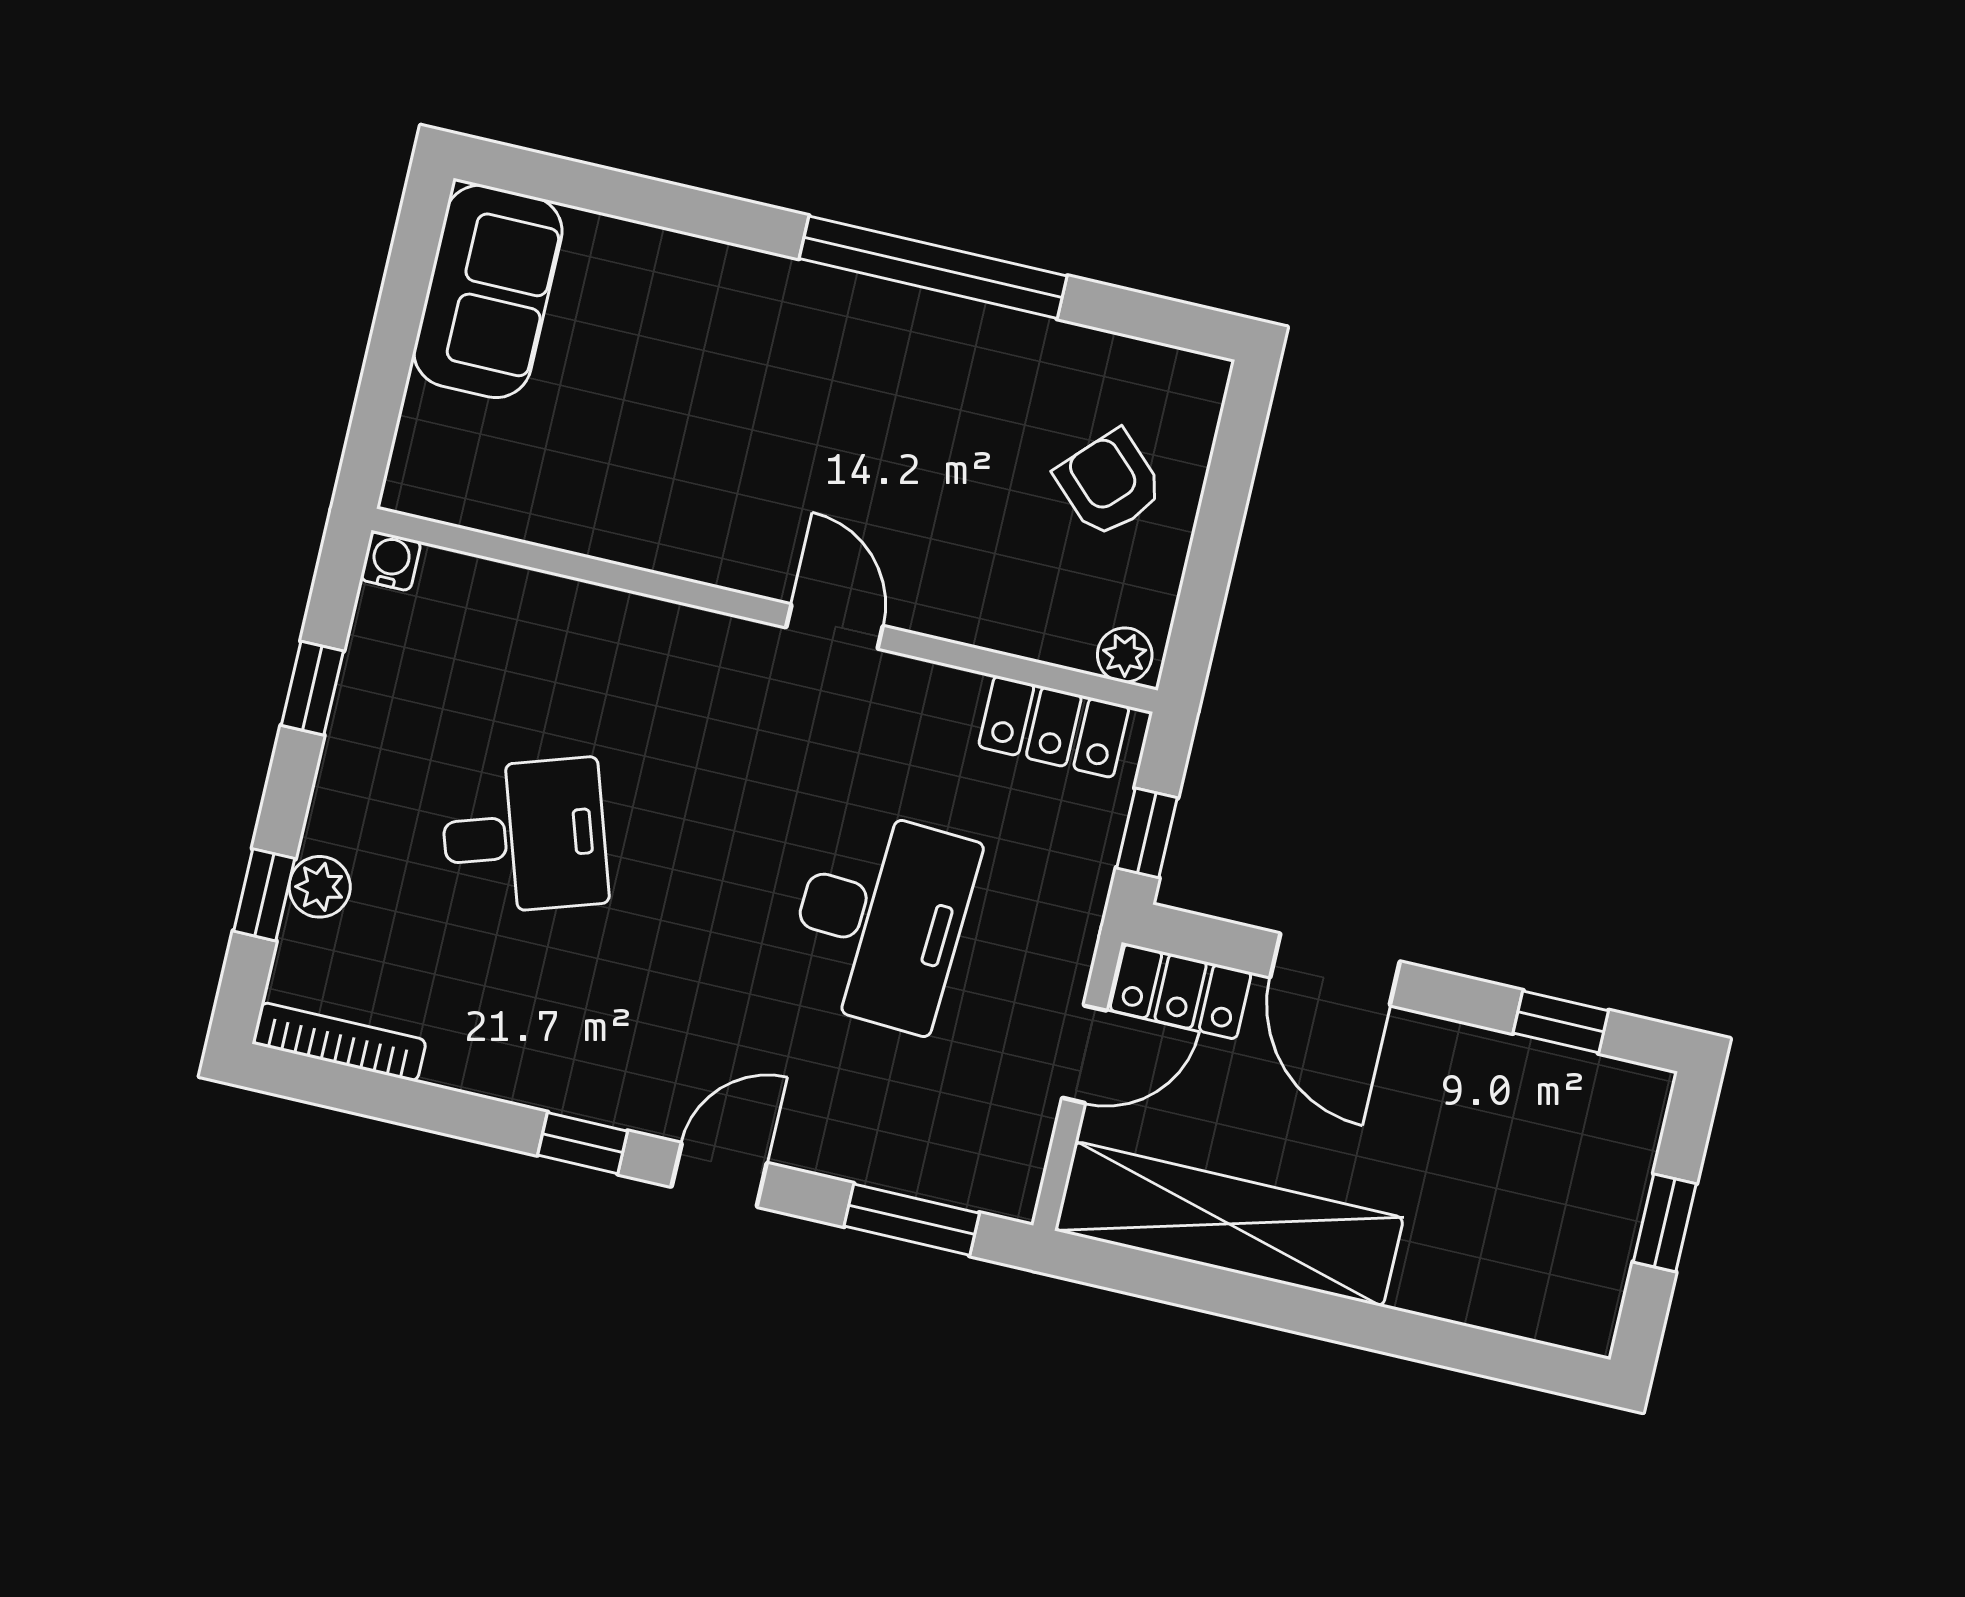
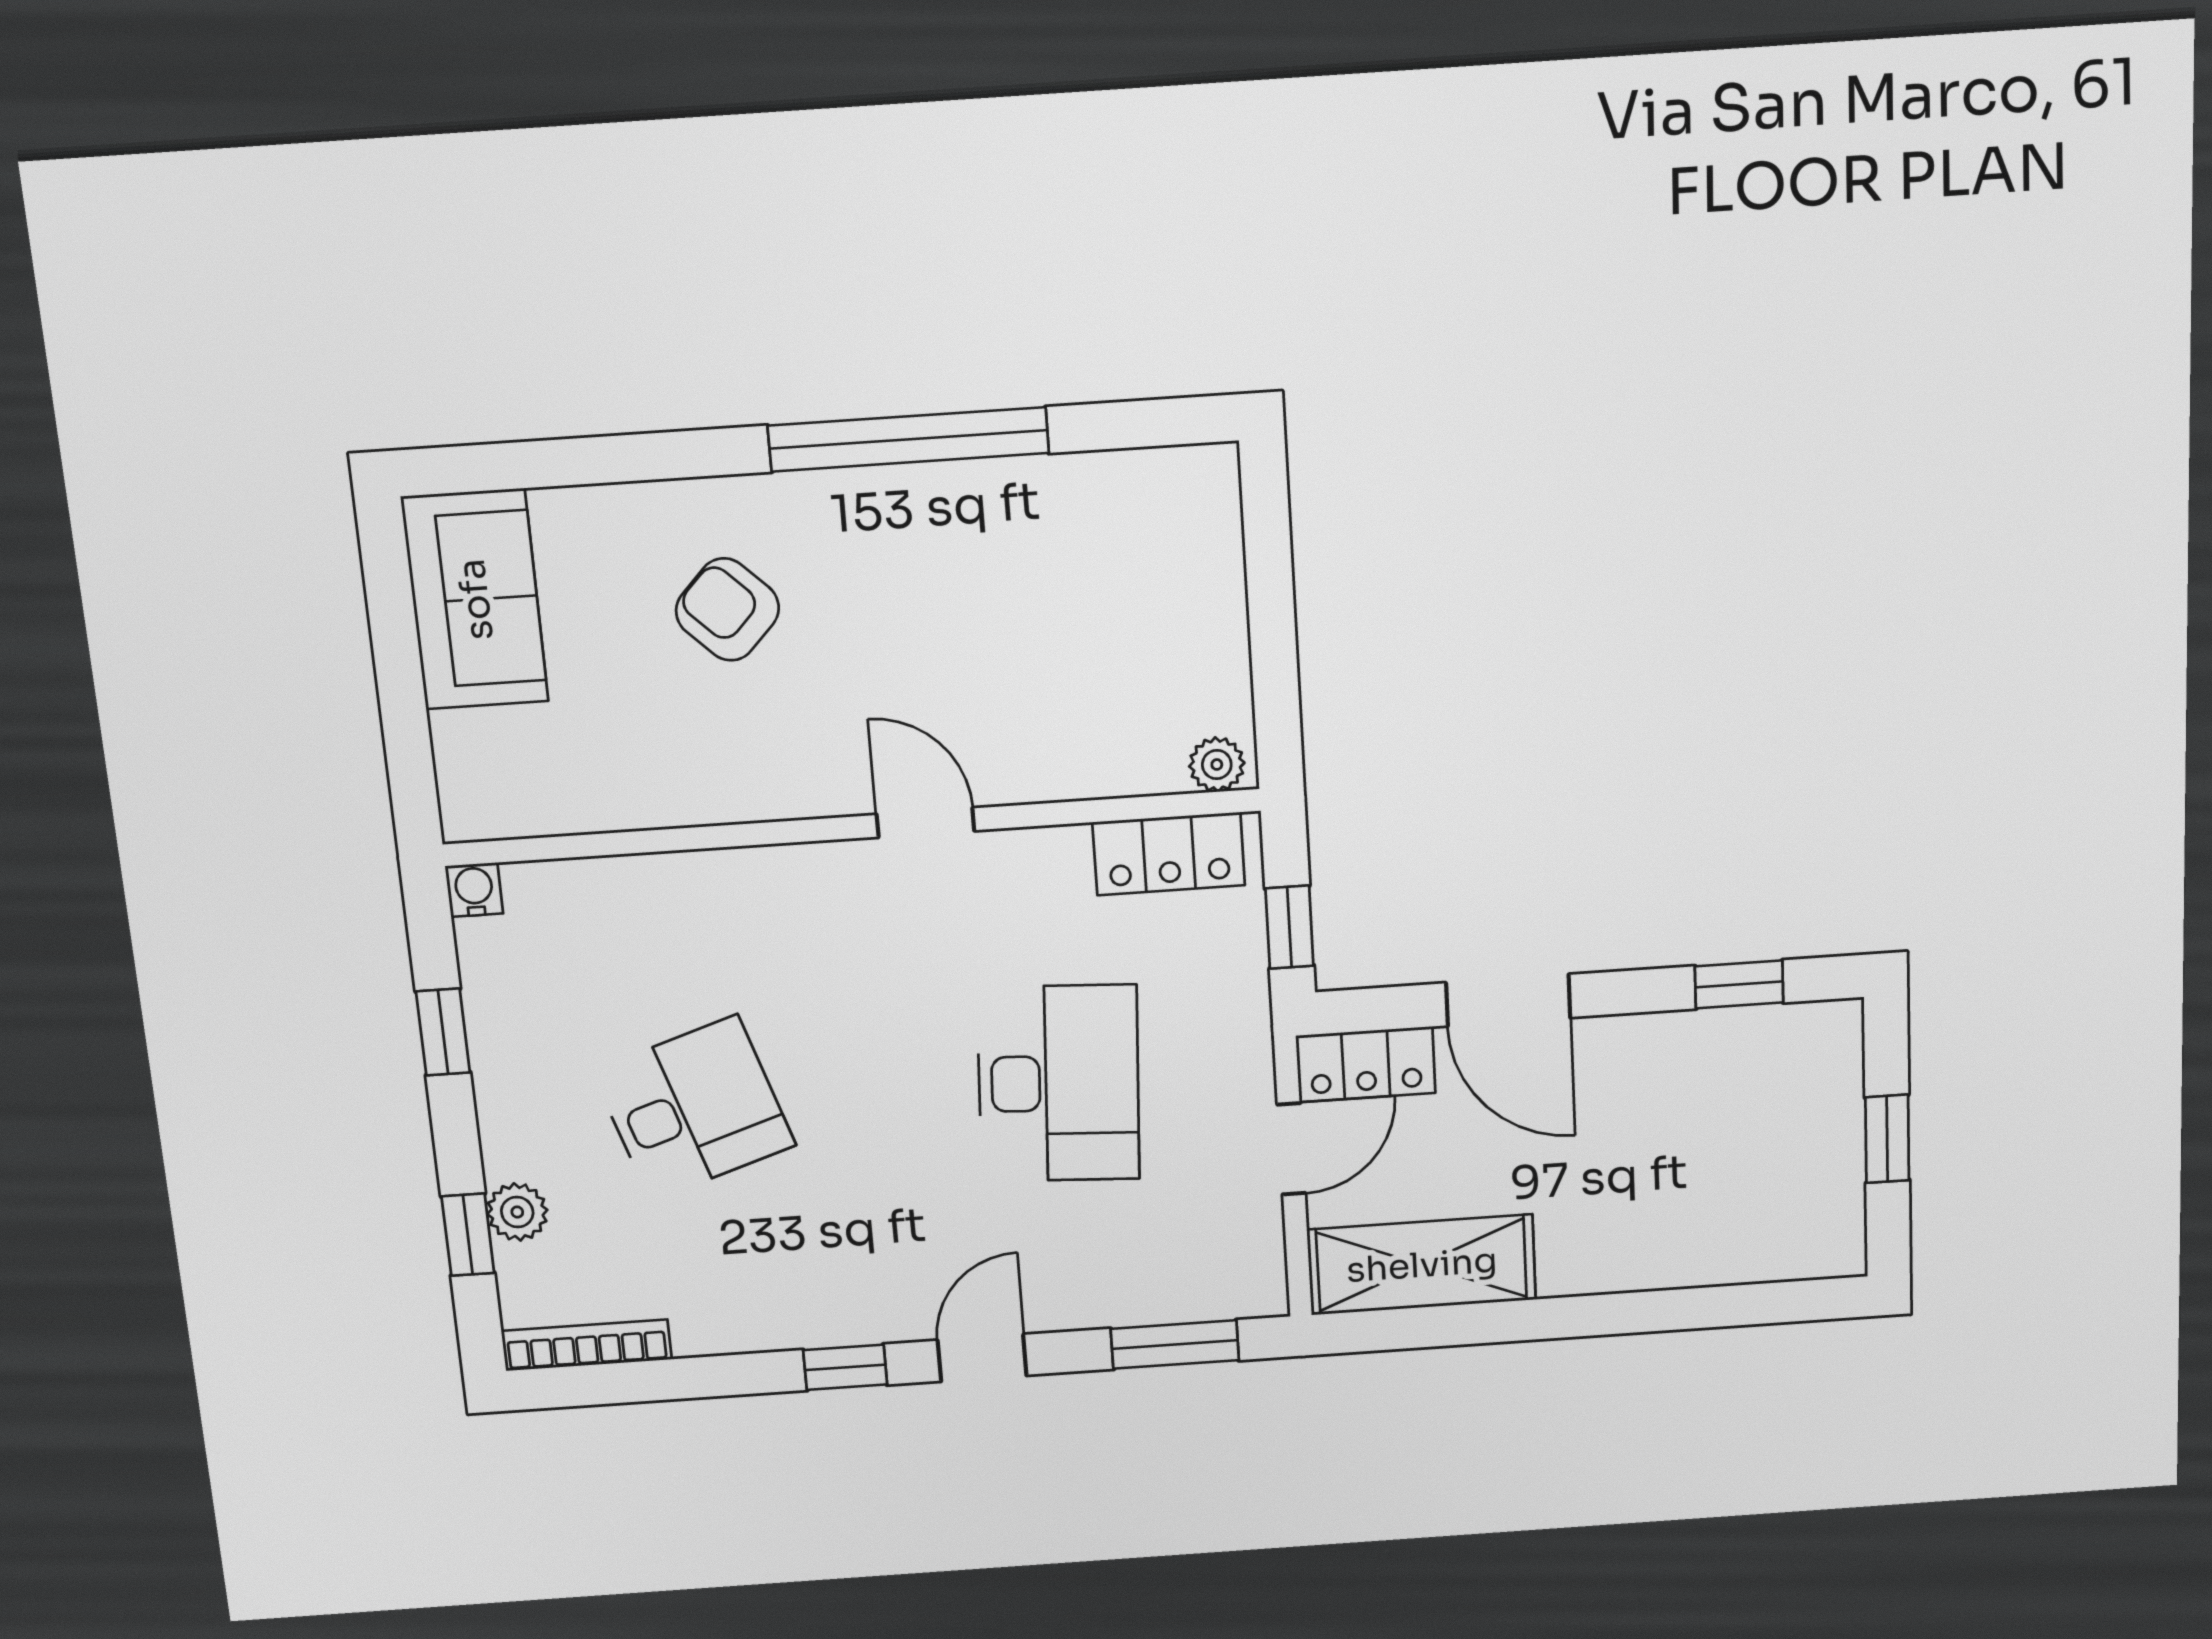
armchair: (1109, 484) -> (727, 609), moved
shelving: (1229, 1224) -> (1422, 1265), width x0.68

